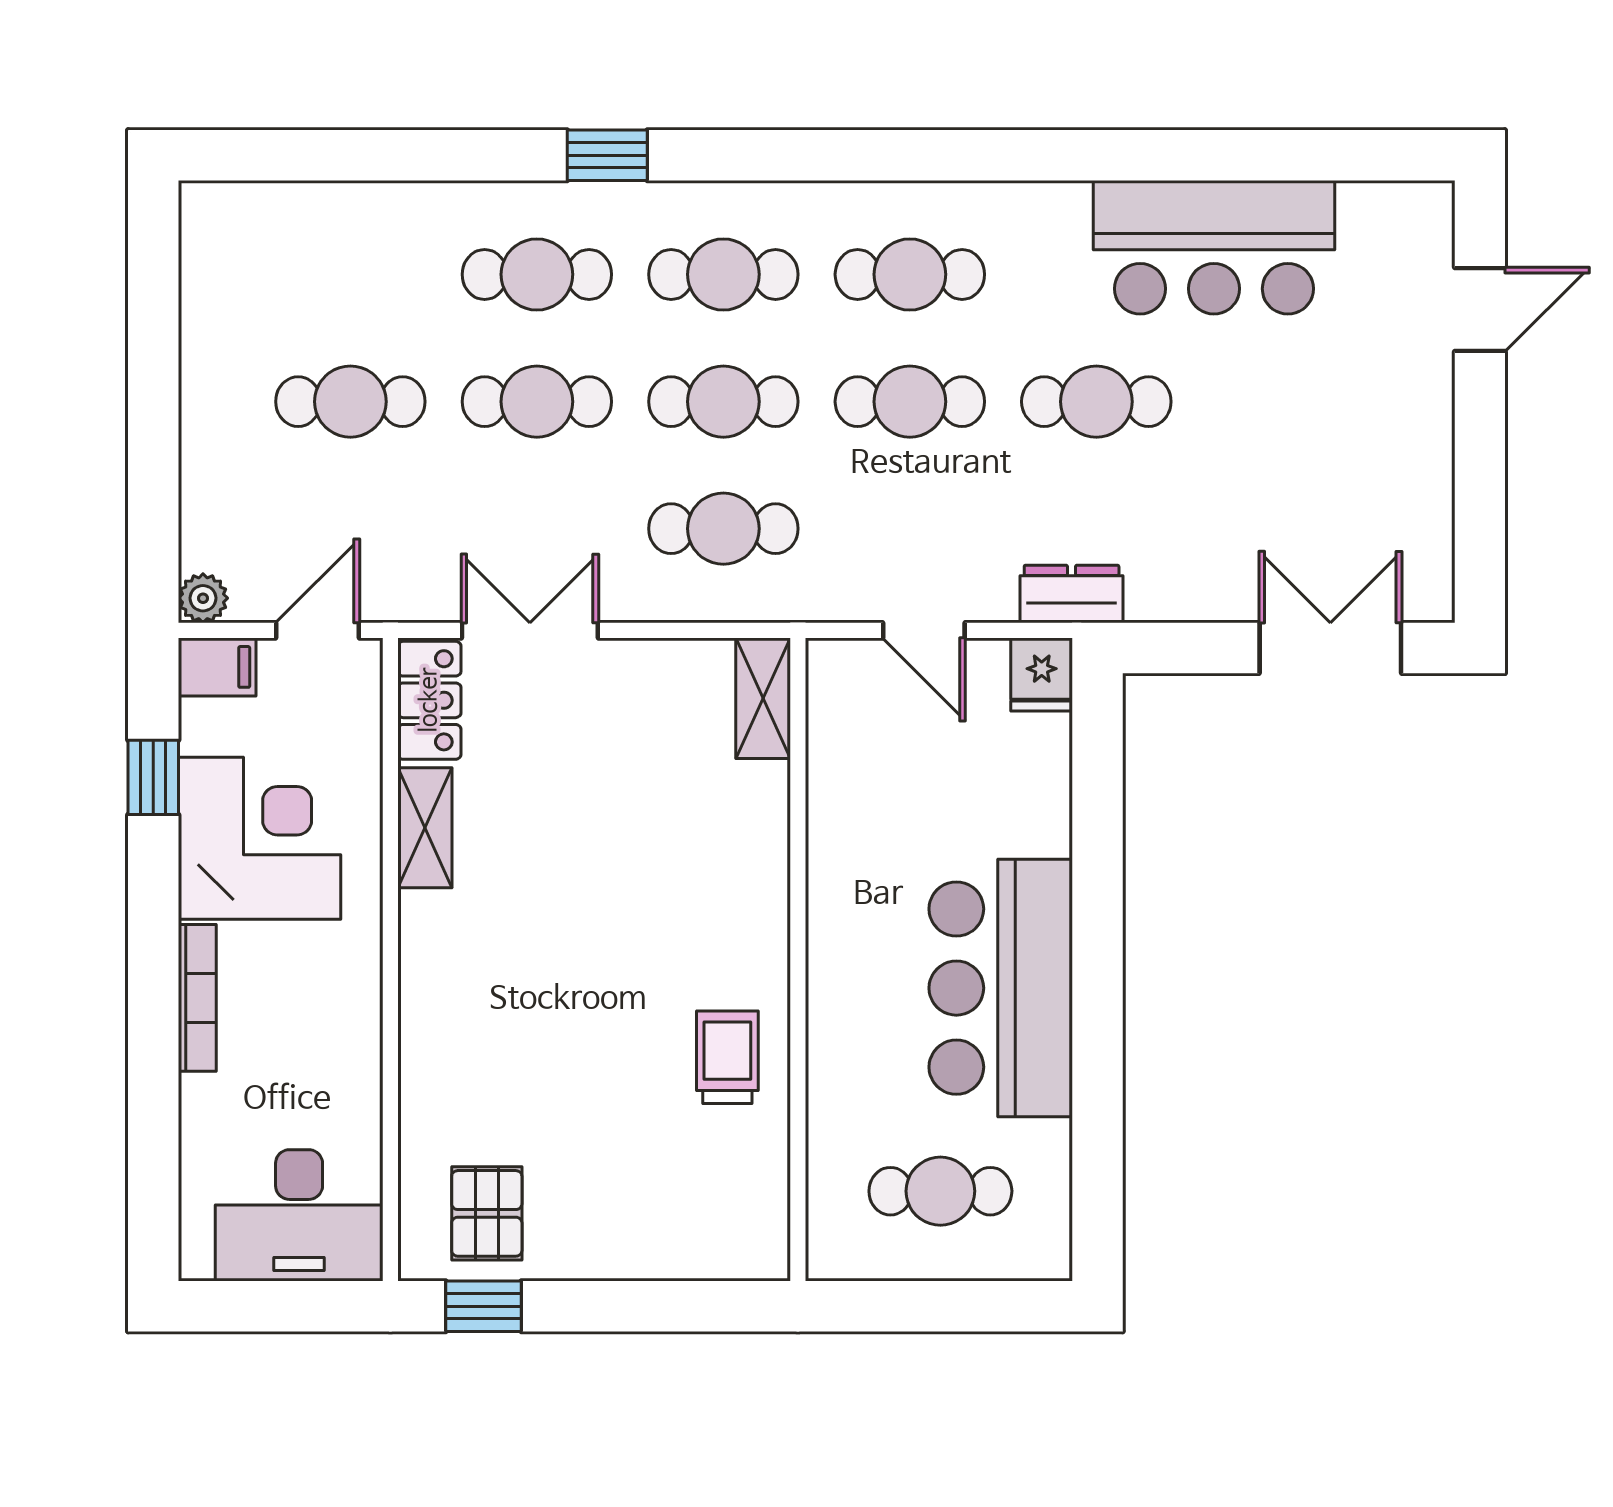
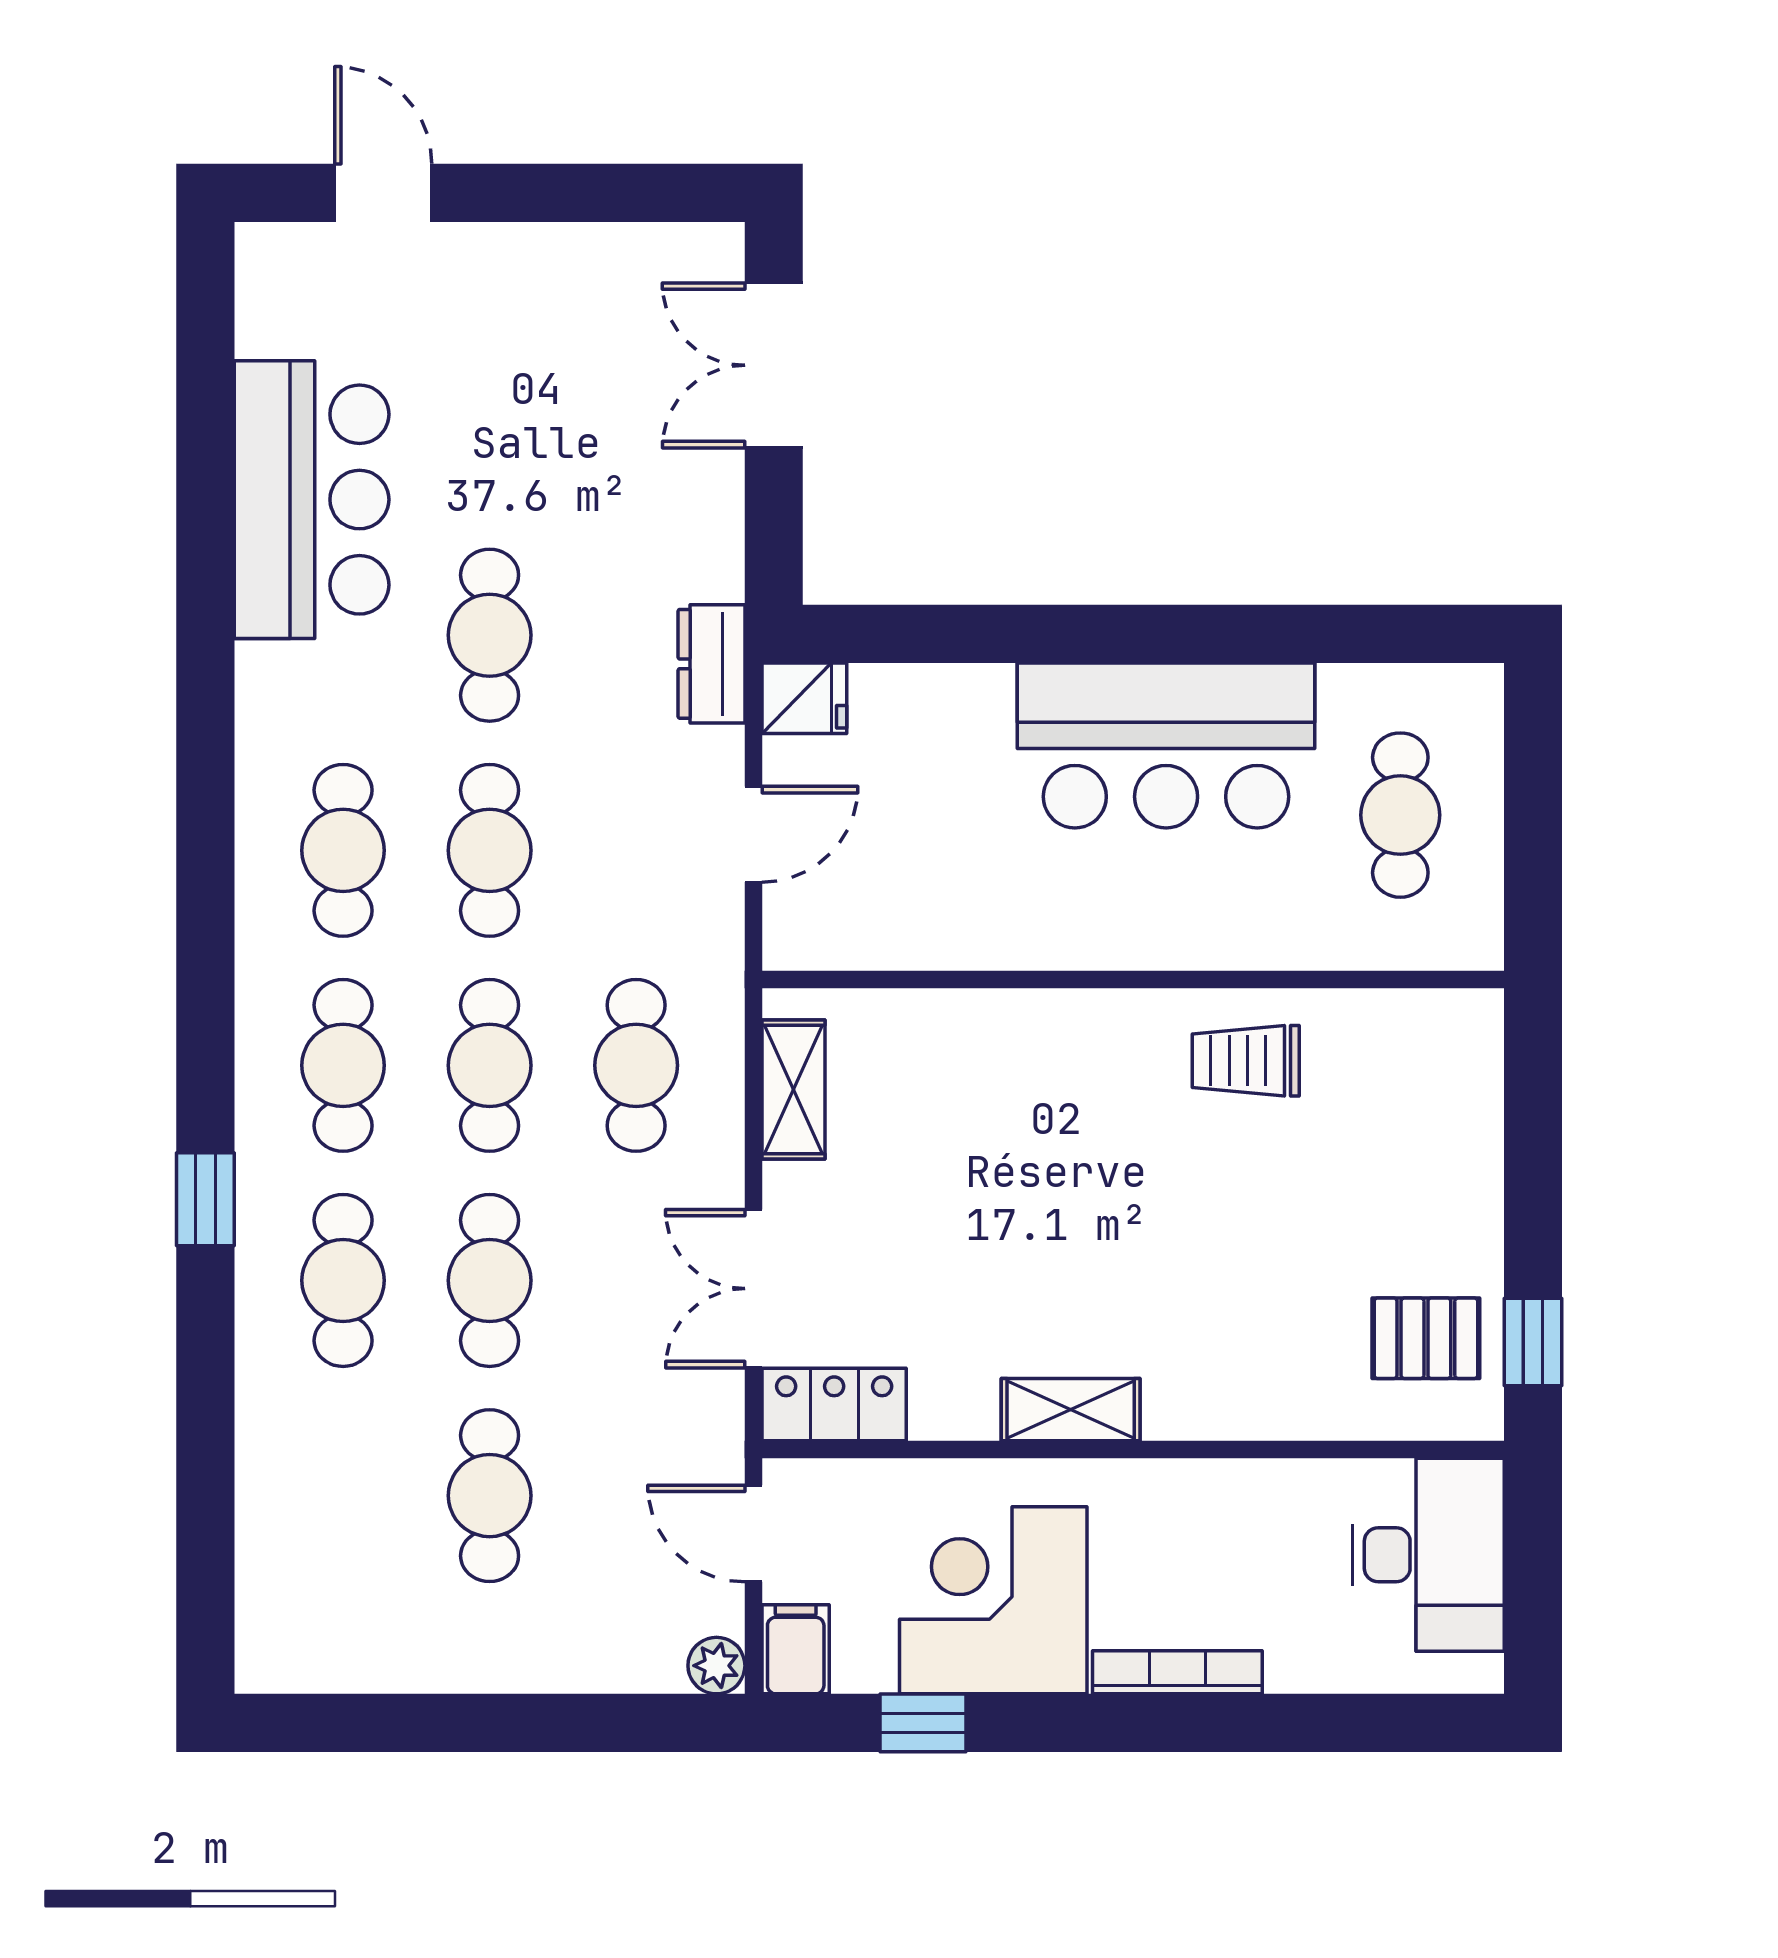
shelving: (763, 698) -> (794, 1089), moved, turned 90
shelving: (425, 828) -> (1071, 1410), moved

